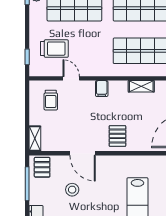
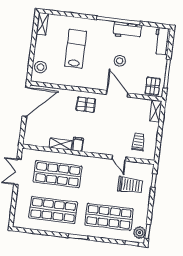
trolley: (54, 49) -> (130, 185), turned 180
filing cabinet: (102, 89) -> (78, 144), moved
pallet: (117, 136) -> (86, 105), turned 90
stool: (72, 190) -> (120, 61), moved

